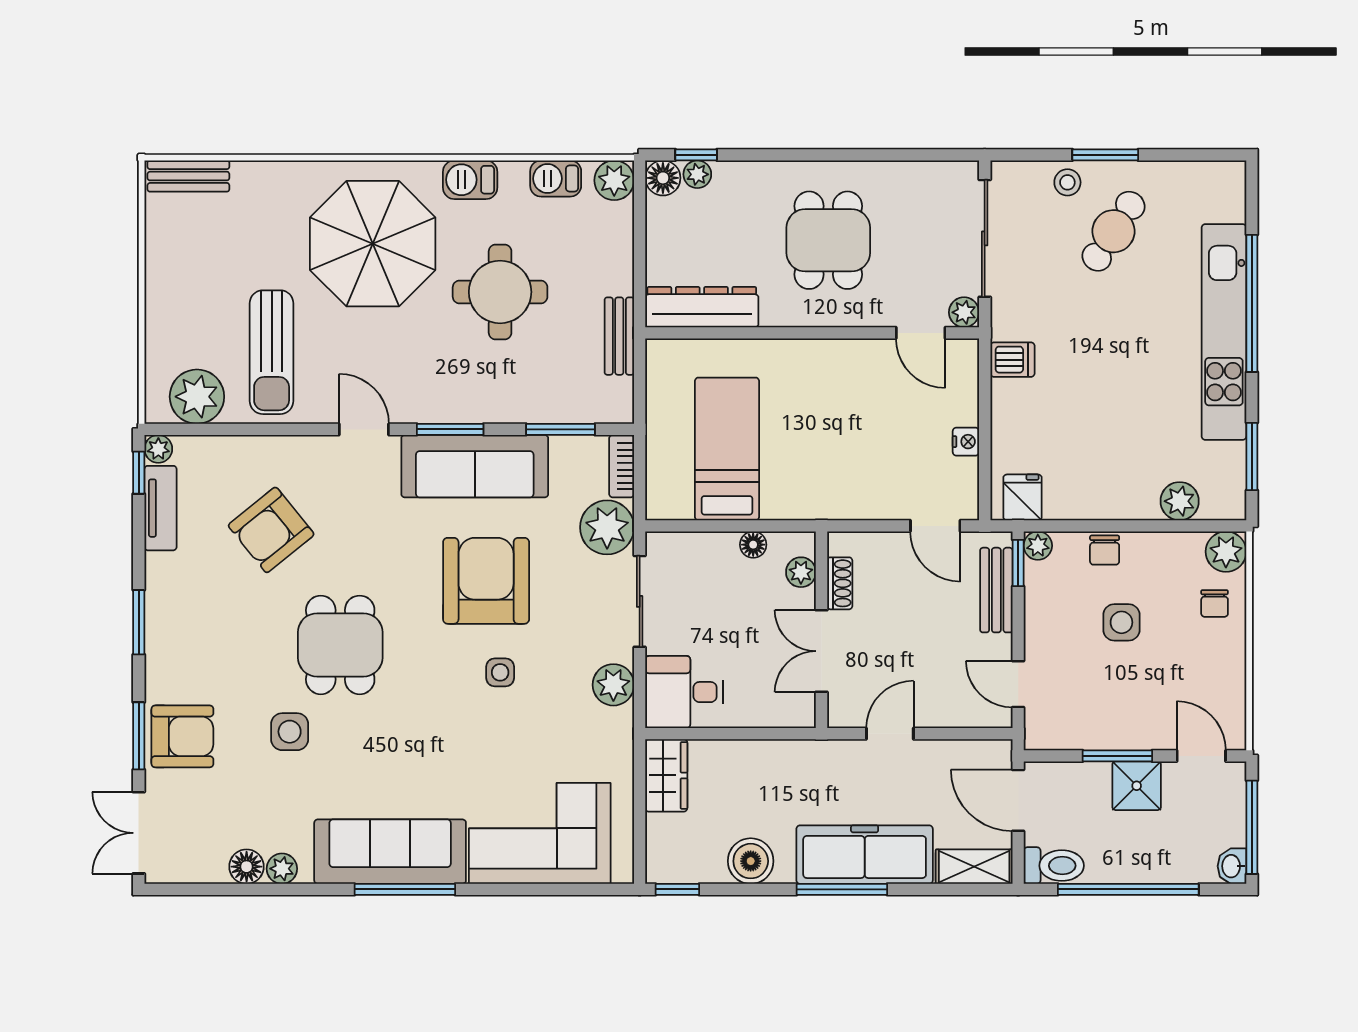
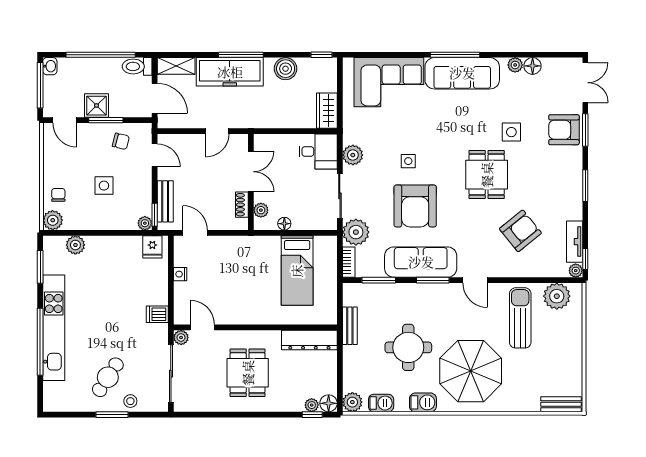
chair: (1105, 550) -> (121, 141), moved, turned 104

